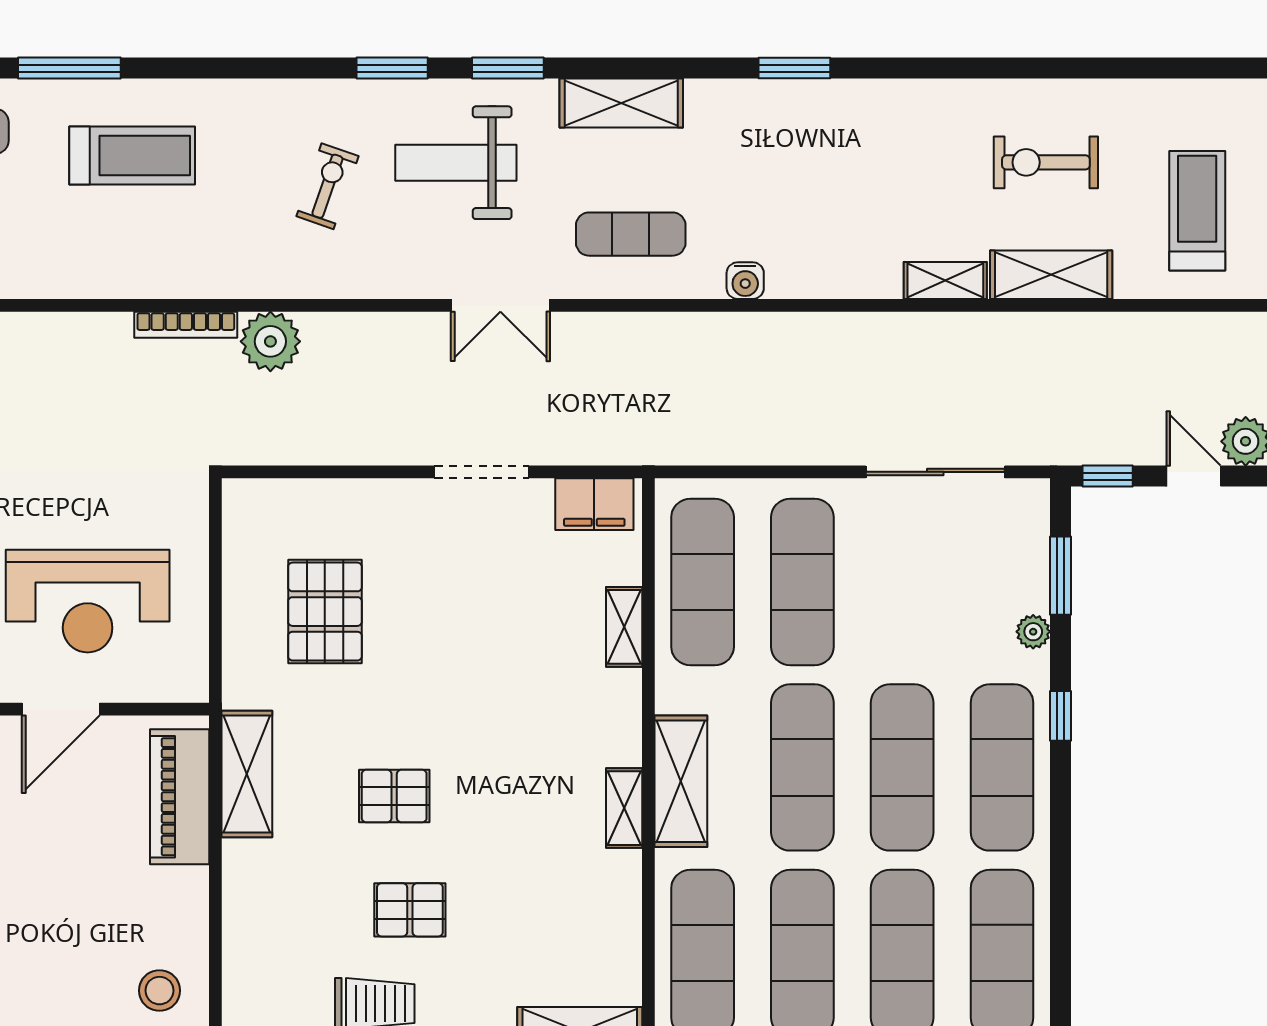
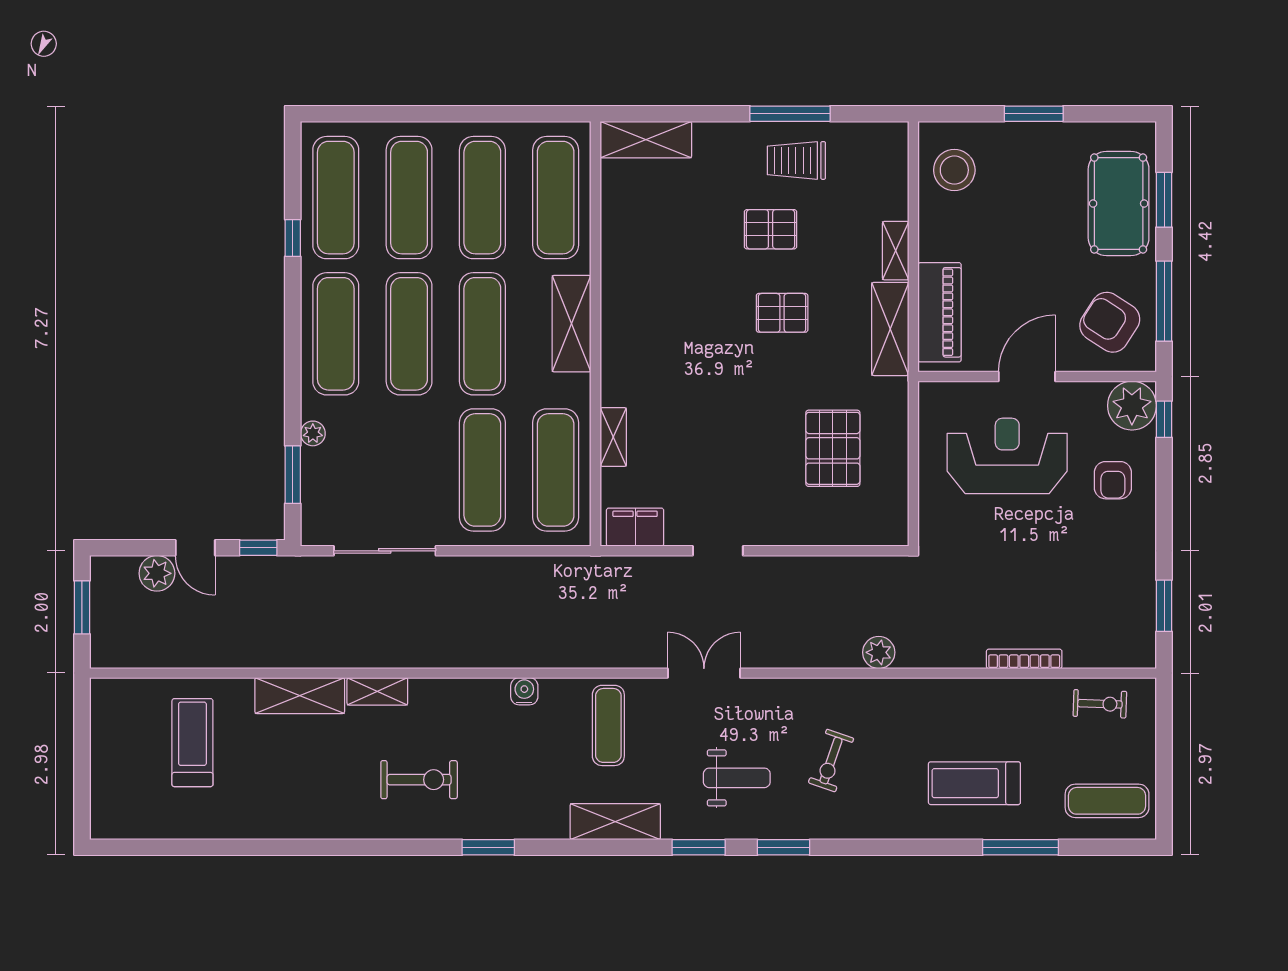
exercise bike: (1046, 162) -> (419, 780), moved
weight bench: (456, 163) -> (737, 778), width x0.73, depth x0.75
treadmill: (1197, 211) -> (192, 743), turned 180
exercise mat: (631, 234) -> (608, 725), turned 90
bookcase: (186, 325) -> (1024, 659), moved
plant: (270, 341) -> (879, 652), width x0.73, depth x0.73
doorway: (482, 472) -> (718, 551), width x0.73
window: (1060, 716) -> (293, 238), moved
shelving: (624, 808) -> (896, 251), moved
stool: (159, 991) -> (954, 170), width x1.38, depth x1.38

